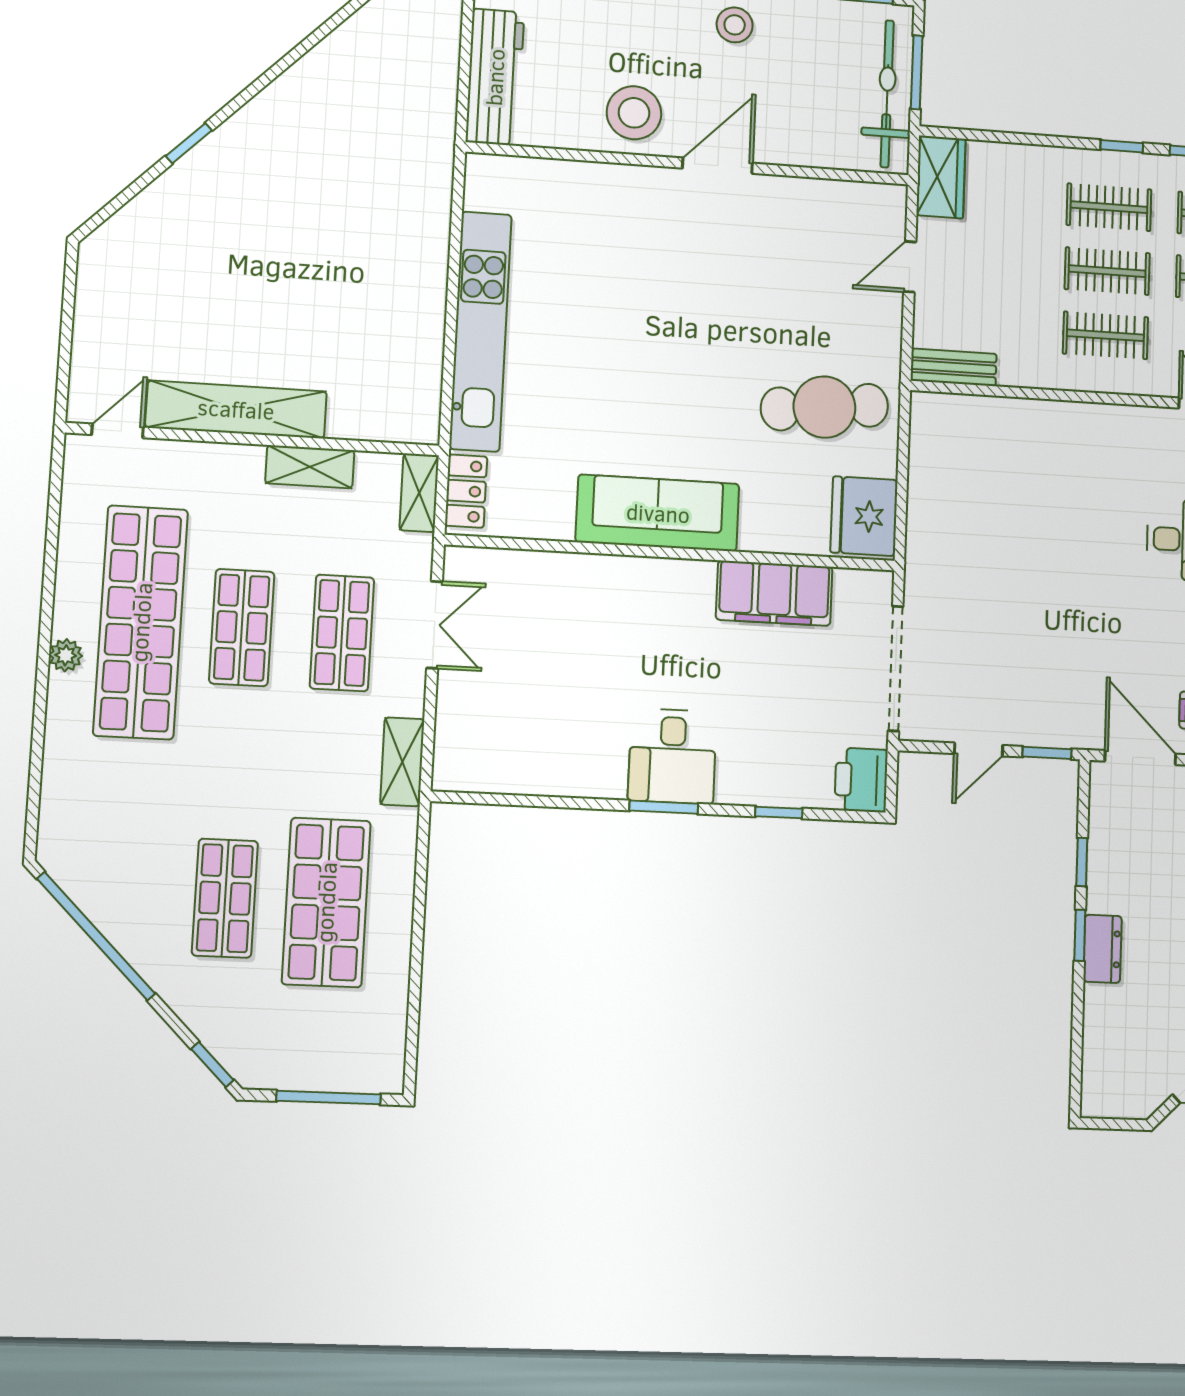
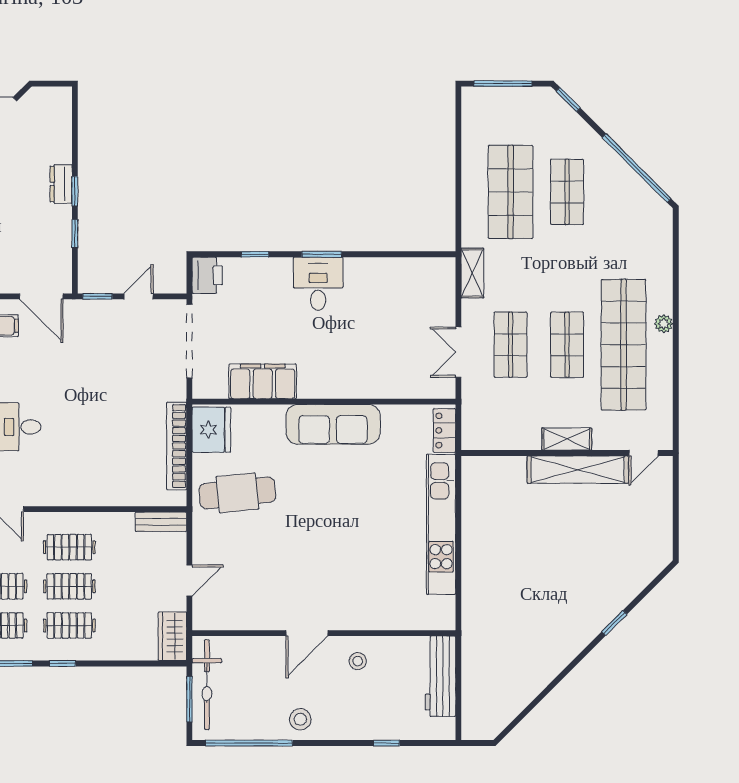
stool: (634, 113) -> (358, 661), width x0.53, depth x0.53
shelving: (310, 467) -> (567, 439), moved
bookcase: (923, 492) -> (177, 446), added
shelving: (419, 493) -> (471, 428), removed

